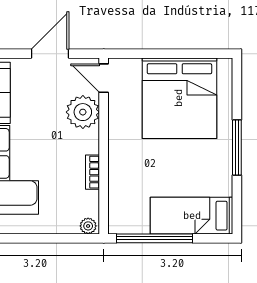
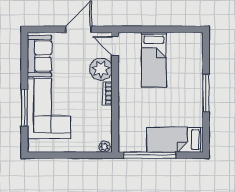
bed: (179, 98) -> (154, 60), width x0.49
bookcase: (93, 172) -> (108, 93), moved

